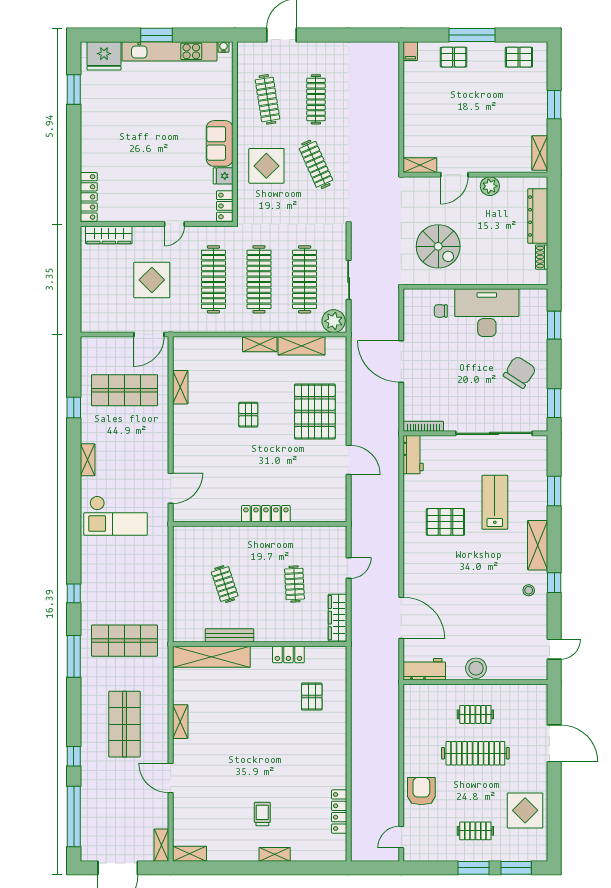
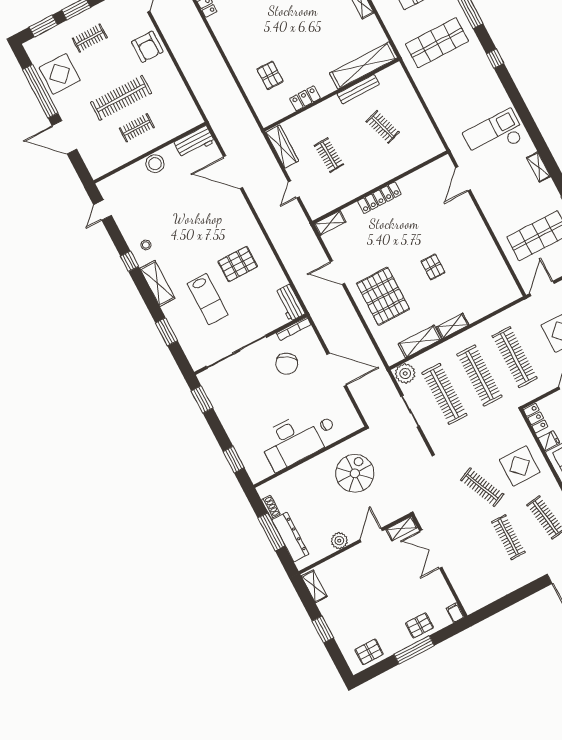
double door: (401, 129) -> (431, 549), added
window: (554, 231) -> (271, 532), added
spiral stairs: (438, 246) -> (355, 473), turned 90
chair: (520, 372) -> (287, 364), moved
shelving: (180, 387) -> (330, 223), moved, turned 90
window: (554, 803) -> (40, 91), added

